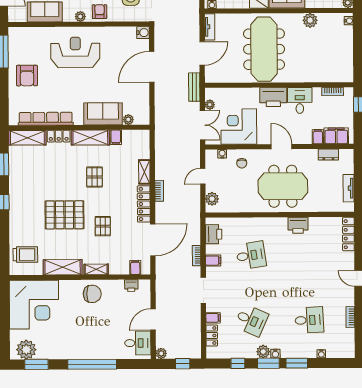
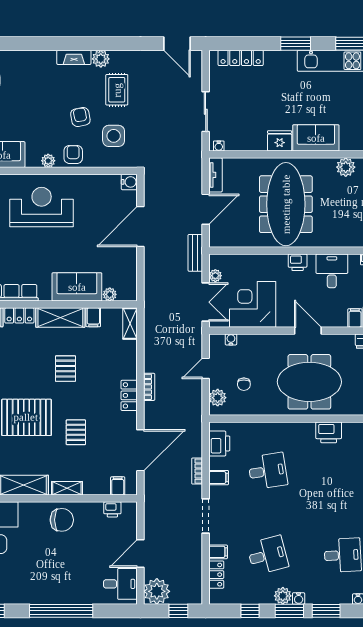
printer: (273, 97) -> (298, 262), width x0.53, depth x0.68
chair: (242, 163) -> (244, 384), moved
shelving: (144, 172) -> (130, 324), moved
locker: (144, 204) -> (129, 395), width x0.66
desk: (251, 320) -> (268, 555), turned -39
plant: (161, 353) -> (157, 591), width x1.87, depth x1.87

